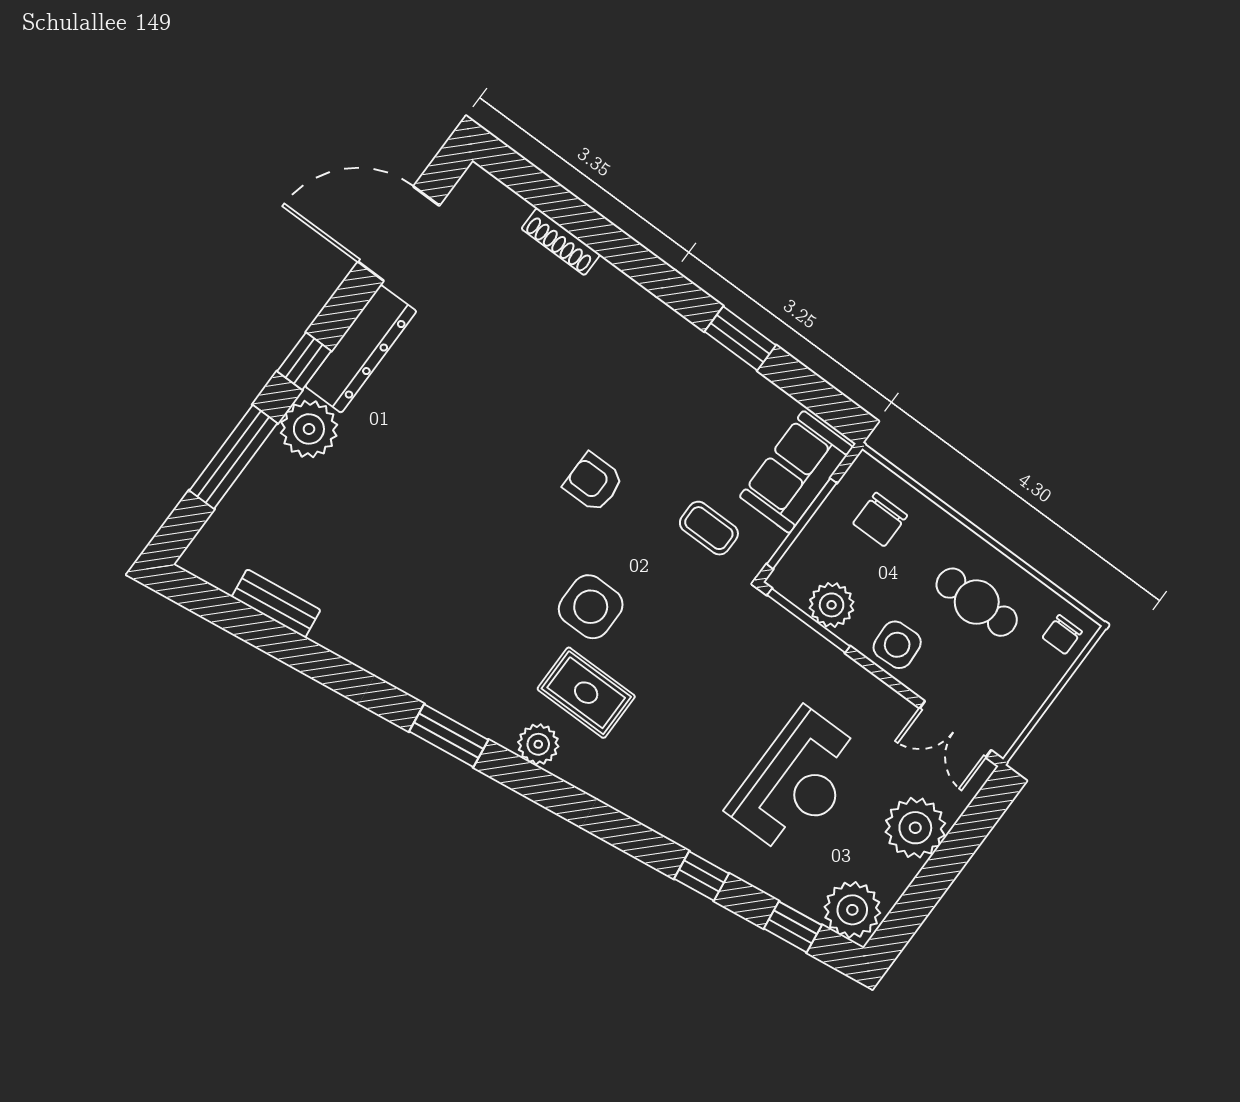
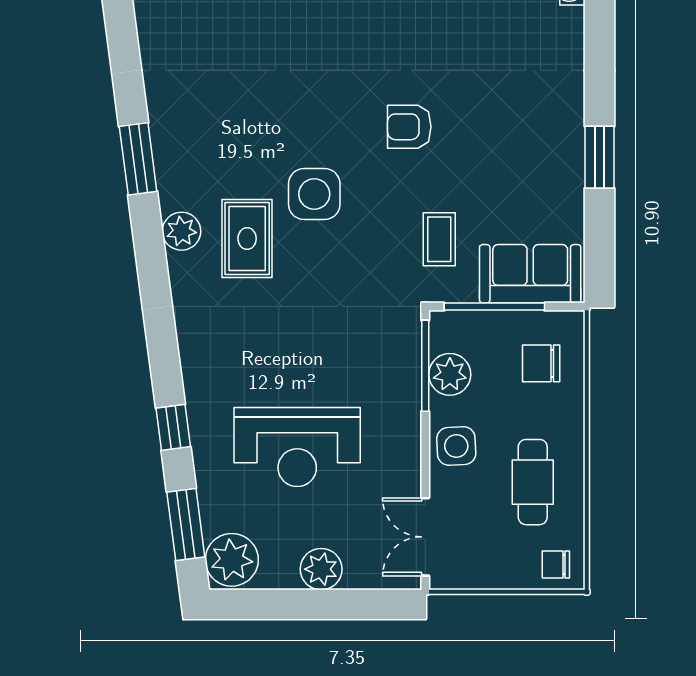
armchair: (593, 482) -> (409, 127), turned -90
plant: (915, 828) -> (321, 569), width x0.73, depth x0.73
window: (793, 927) -> (186, 524), width x1.50

